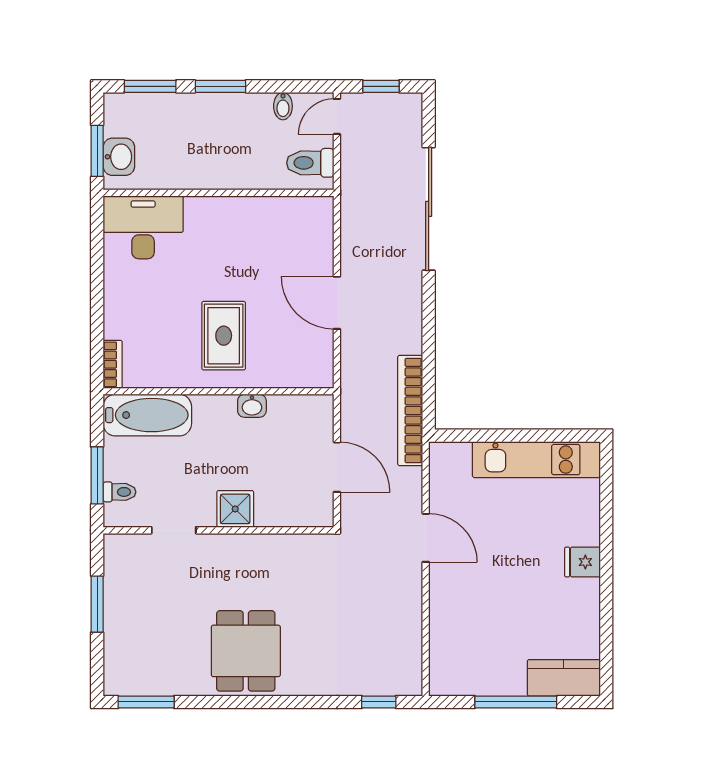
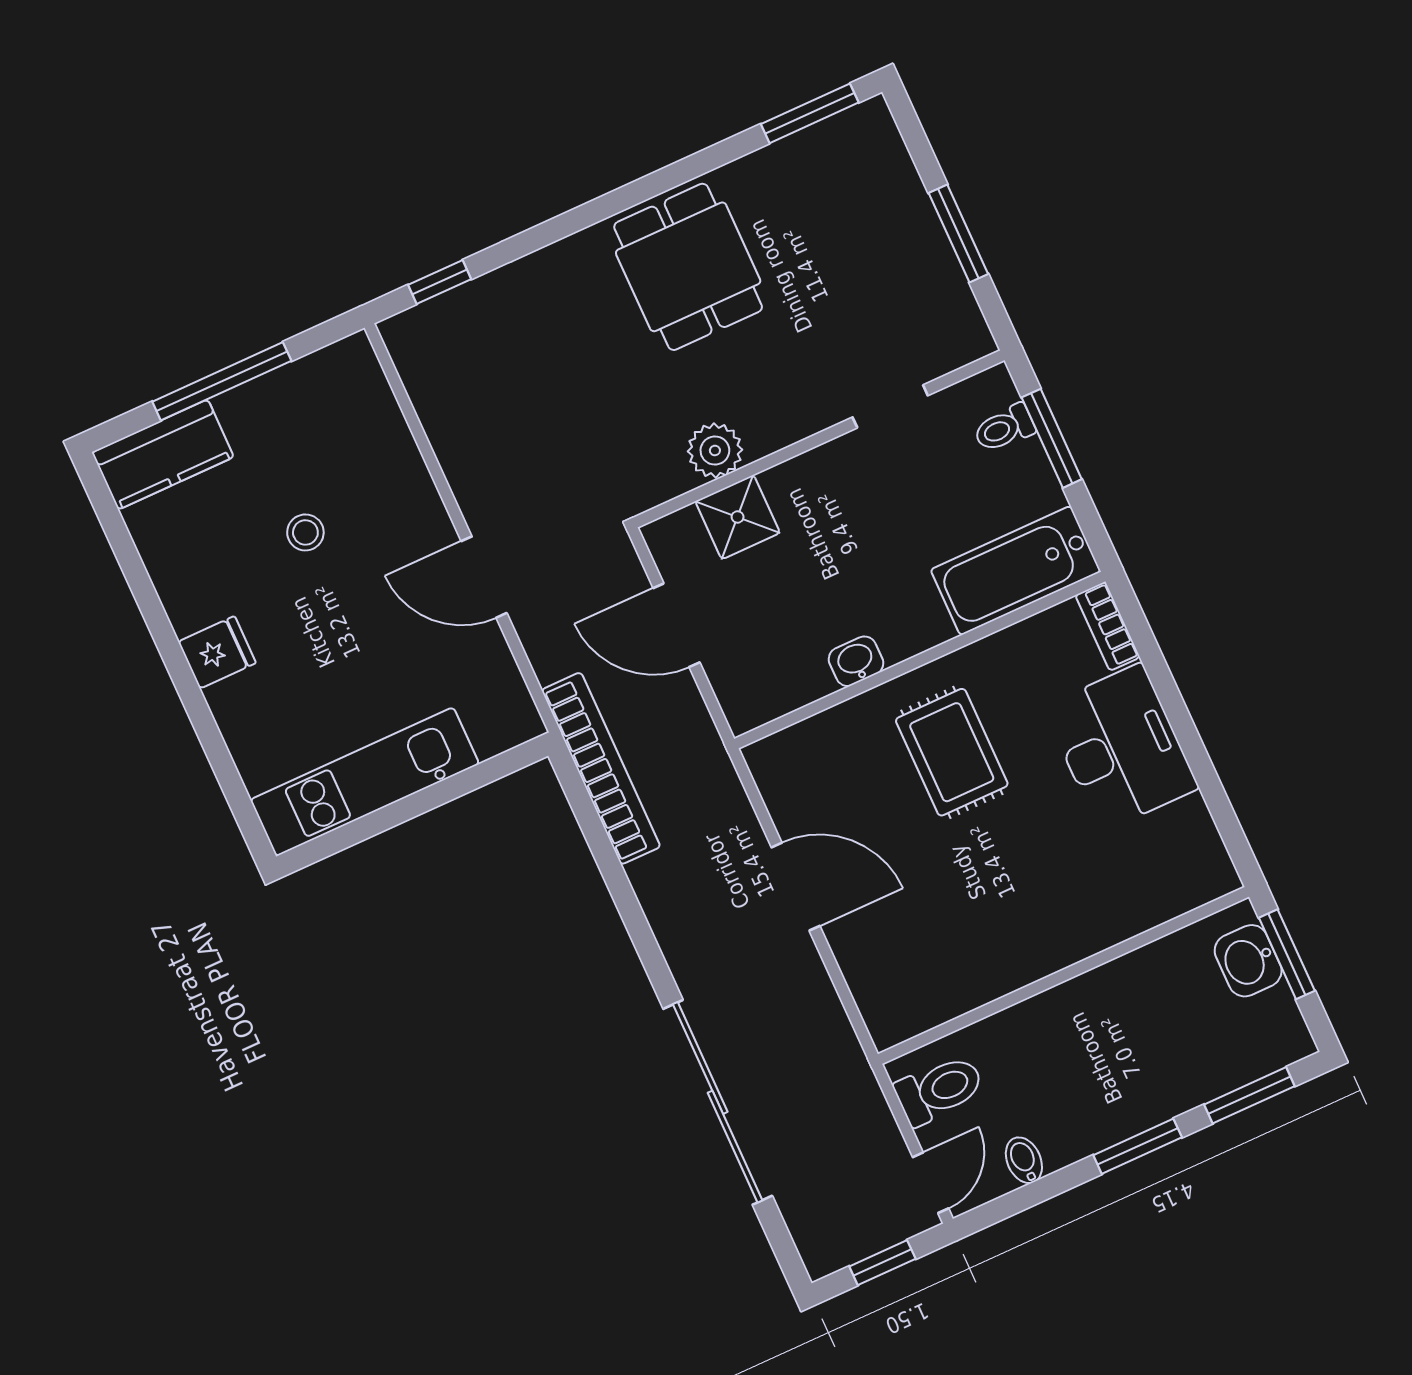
desk: (143, 227) -> (1121, 748), moved, turned -90
shower: (235, 509) -> (738, 517), moved
plant: (275, 549) -> (715, 450), added
stool: (508, 603) -> (305, 532), added

